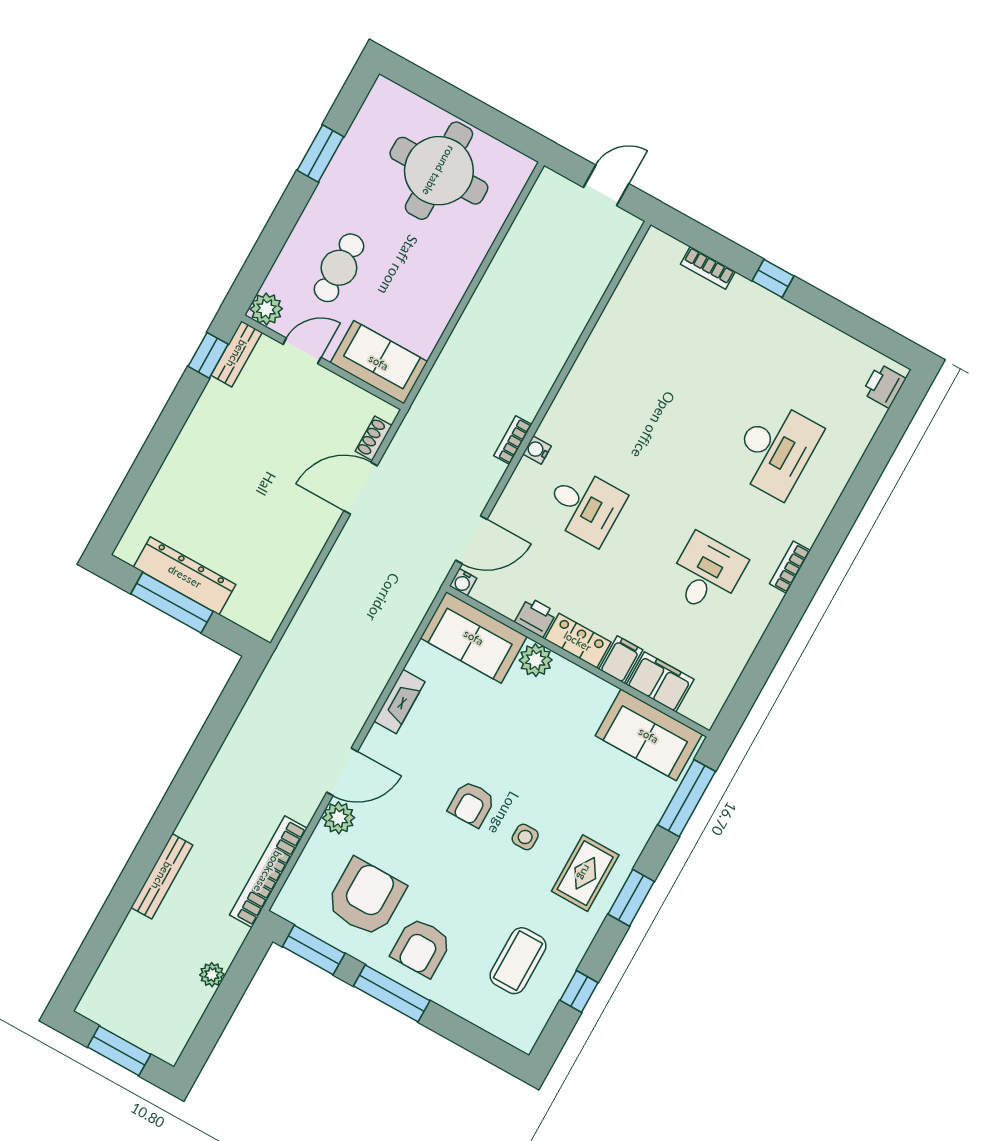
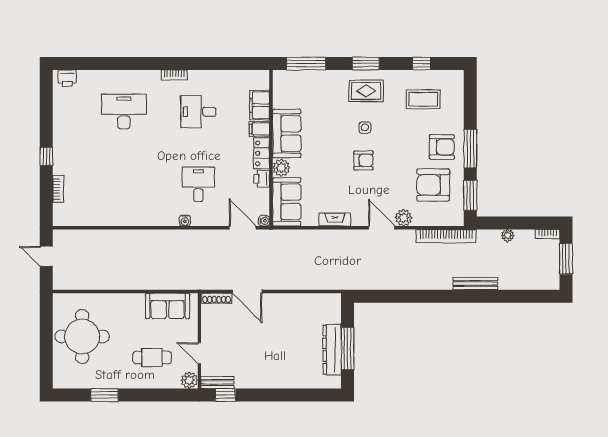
sofa: (379, 362) -> (168, 306), moved, turned -90
shoe rack: (374, 438) -> (217, 298), width x1.43
bookcase: (513, 440) -> (548, 234), moved
sofa: (649, 735) -> (287, 133), moved

